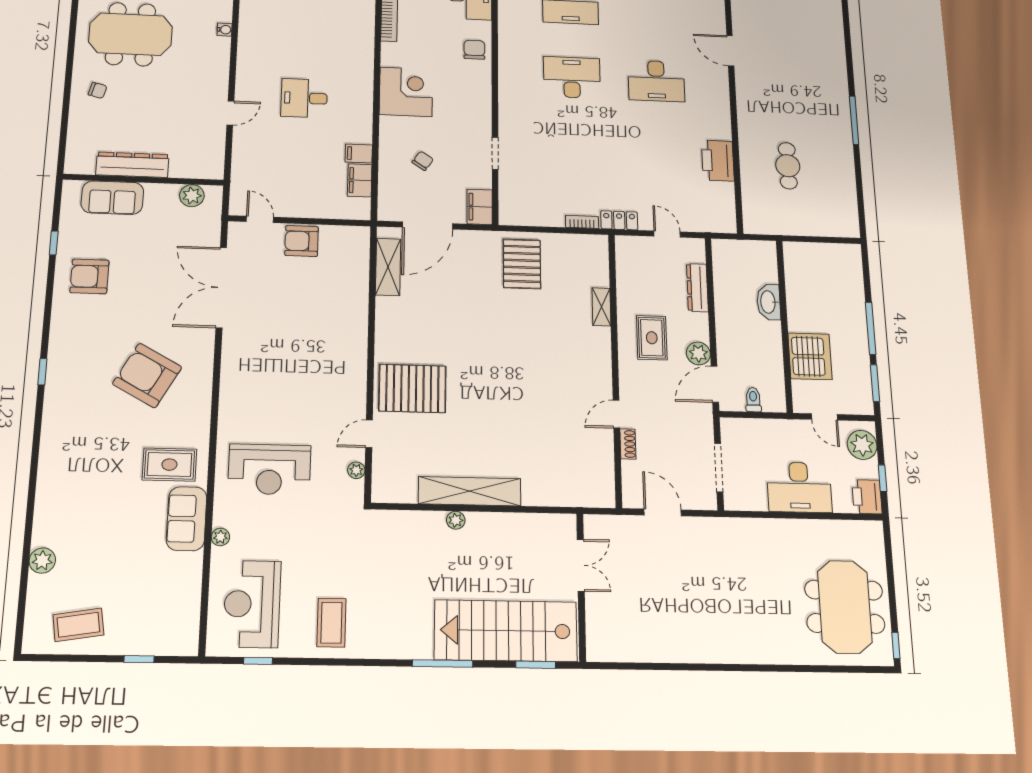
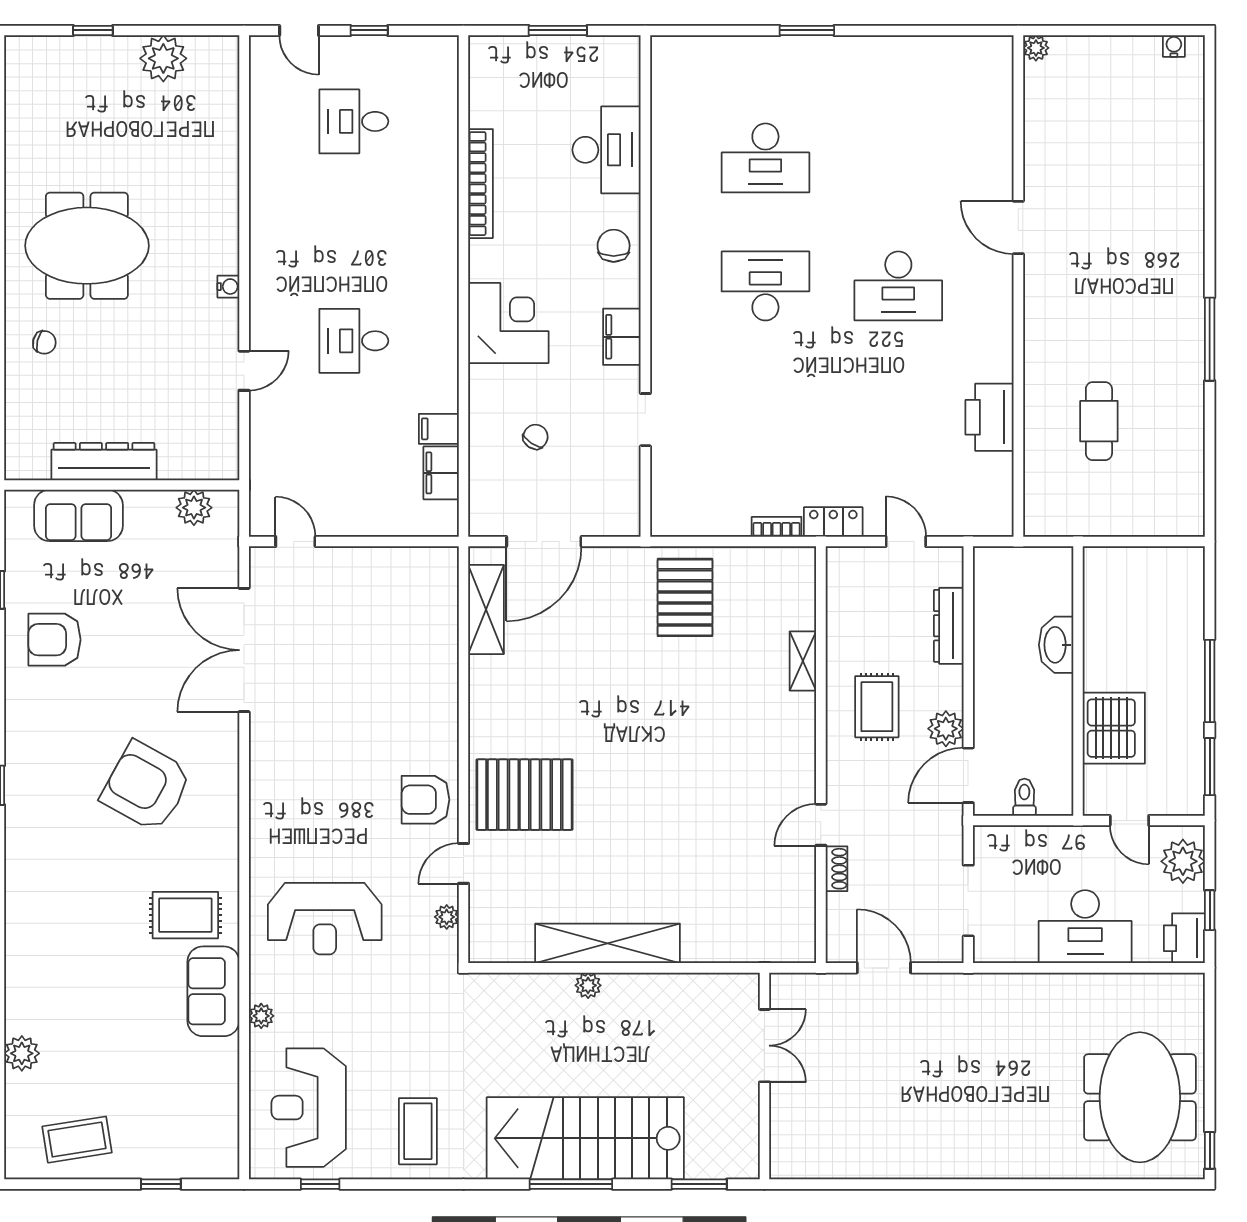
water cooler: (225, 30) -> (228, 287), moved
filing cabinet: (480, 207) -> (622, 337), moved
armchair: (302, 241) -> (425, 800), moved
stairs: (506, 631) -> (585, 1138), moved

